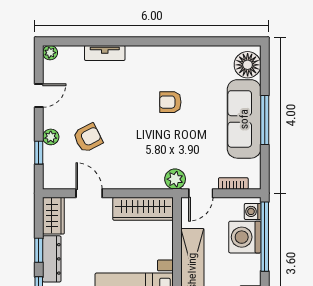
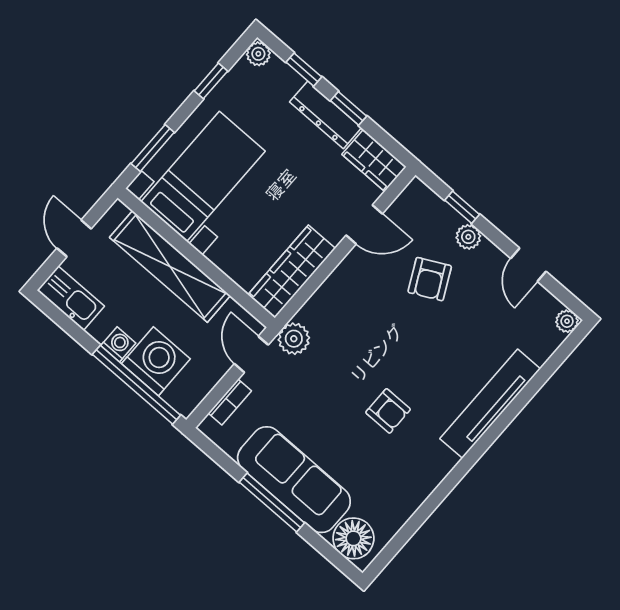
tv unit: (105, 53) -> (490, 404), width x1.92, depth x1.29
armchair: (170, 102) -> (388, 411), turned 90
washing machine: (253, 211) -> (118, 344), moved

